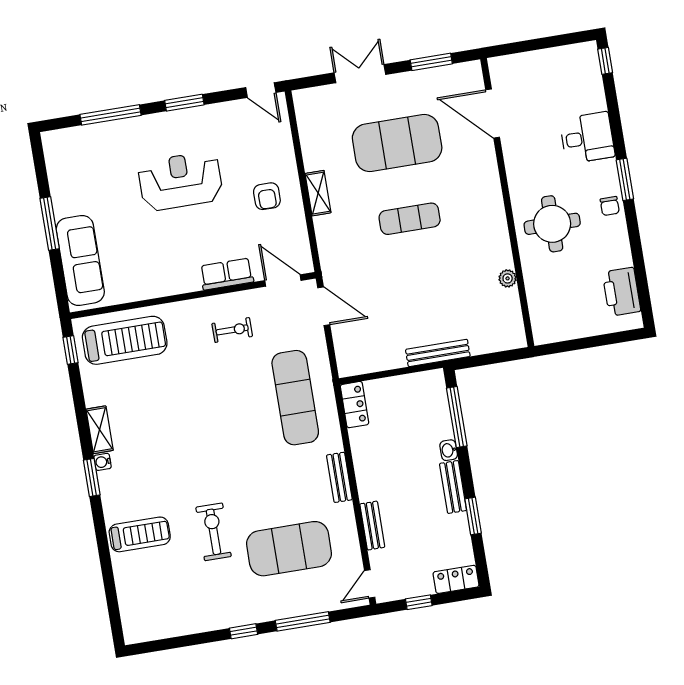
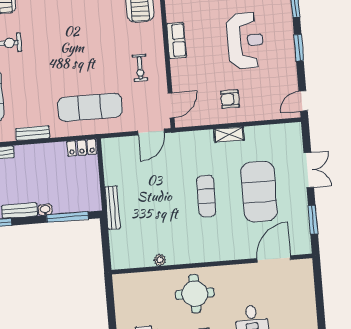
row of seats: (227, 274) -> (176, 41), moved

